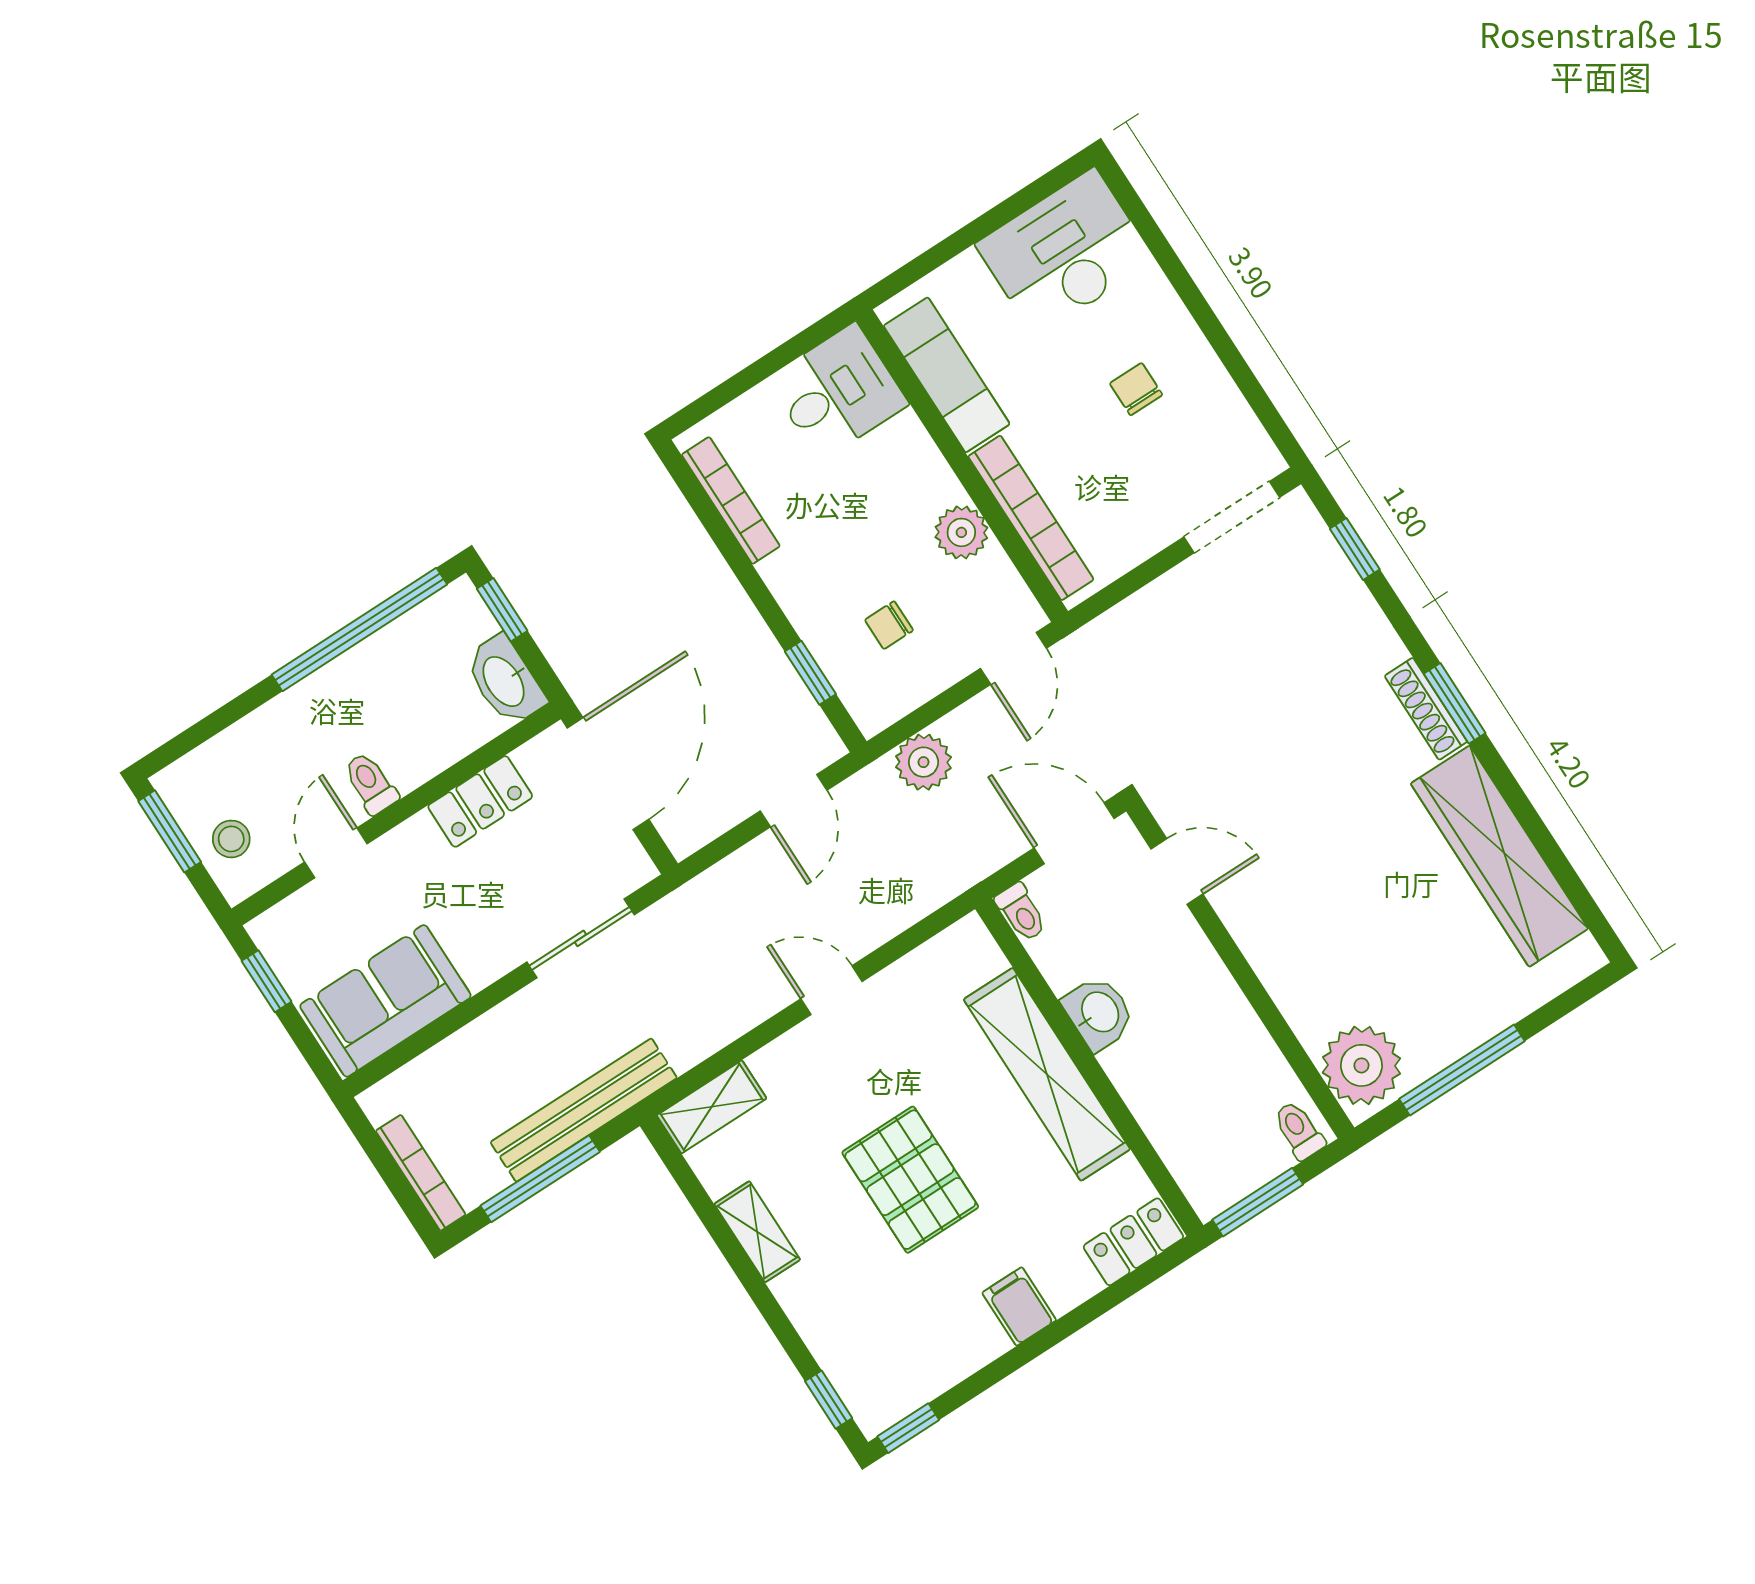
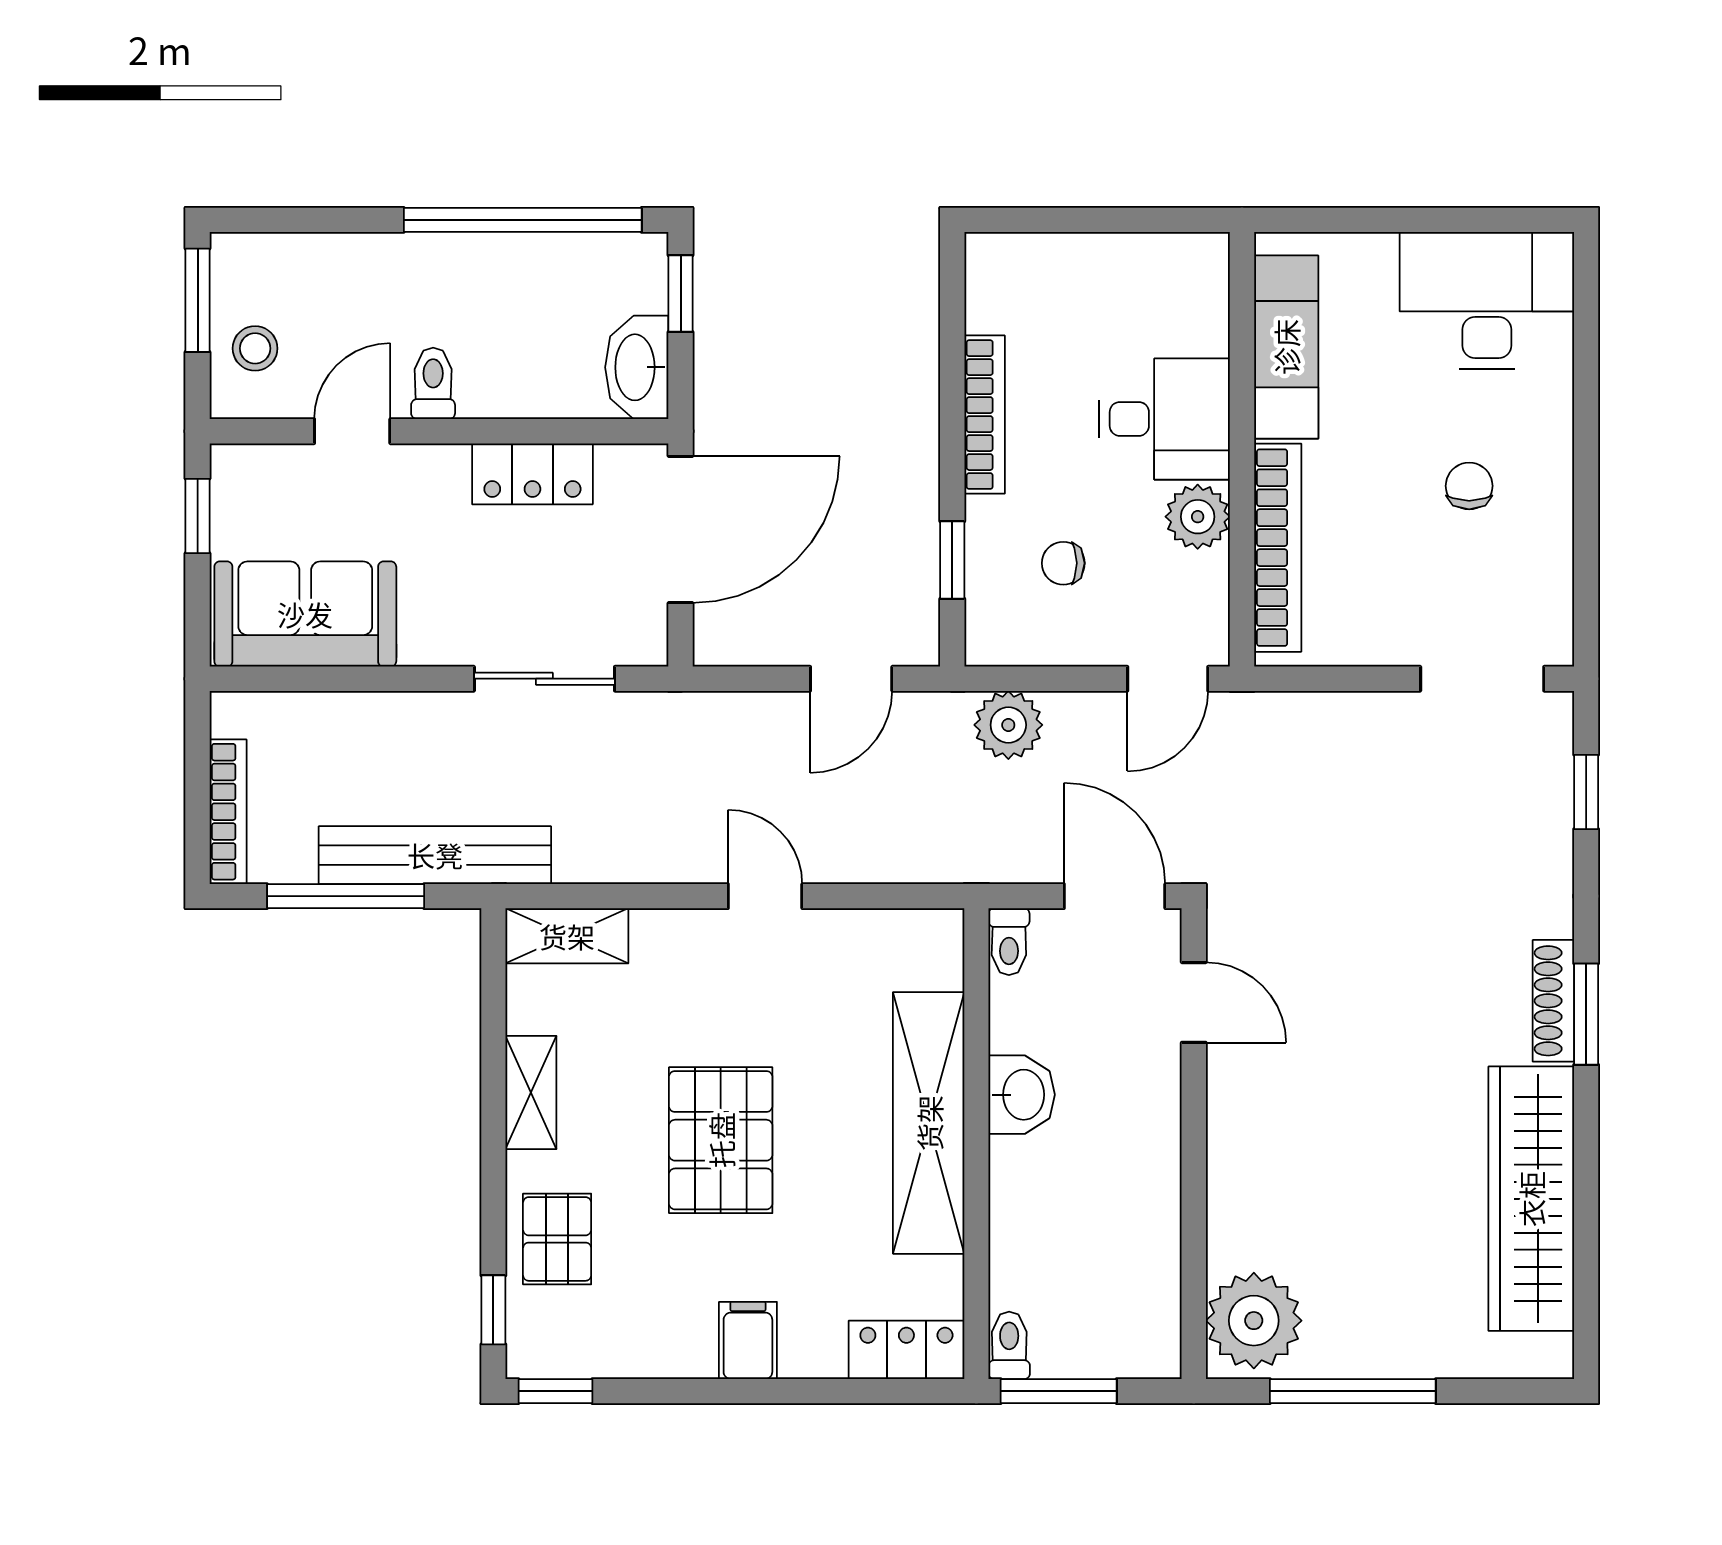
desk: (838, 392) -> (1165, 419), moved
bookcase: (731, 500) -> (985, 415), moved
toilet: (1299, 1130) -> (1009, 1345), moved
pallet: (841, 1322) -> (557, 1239), added

